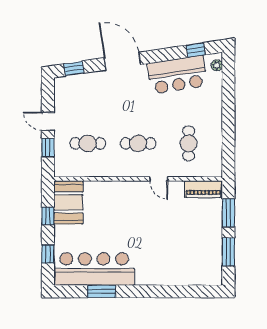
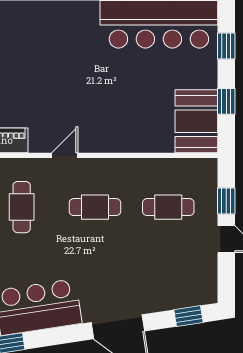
door: (159, 179) -> (65, 155), hinge flipped

